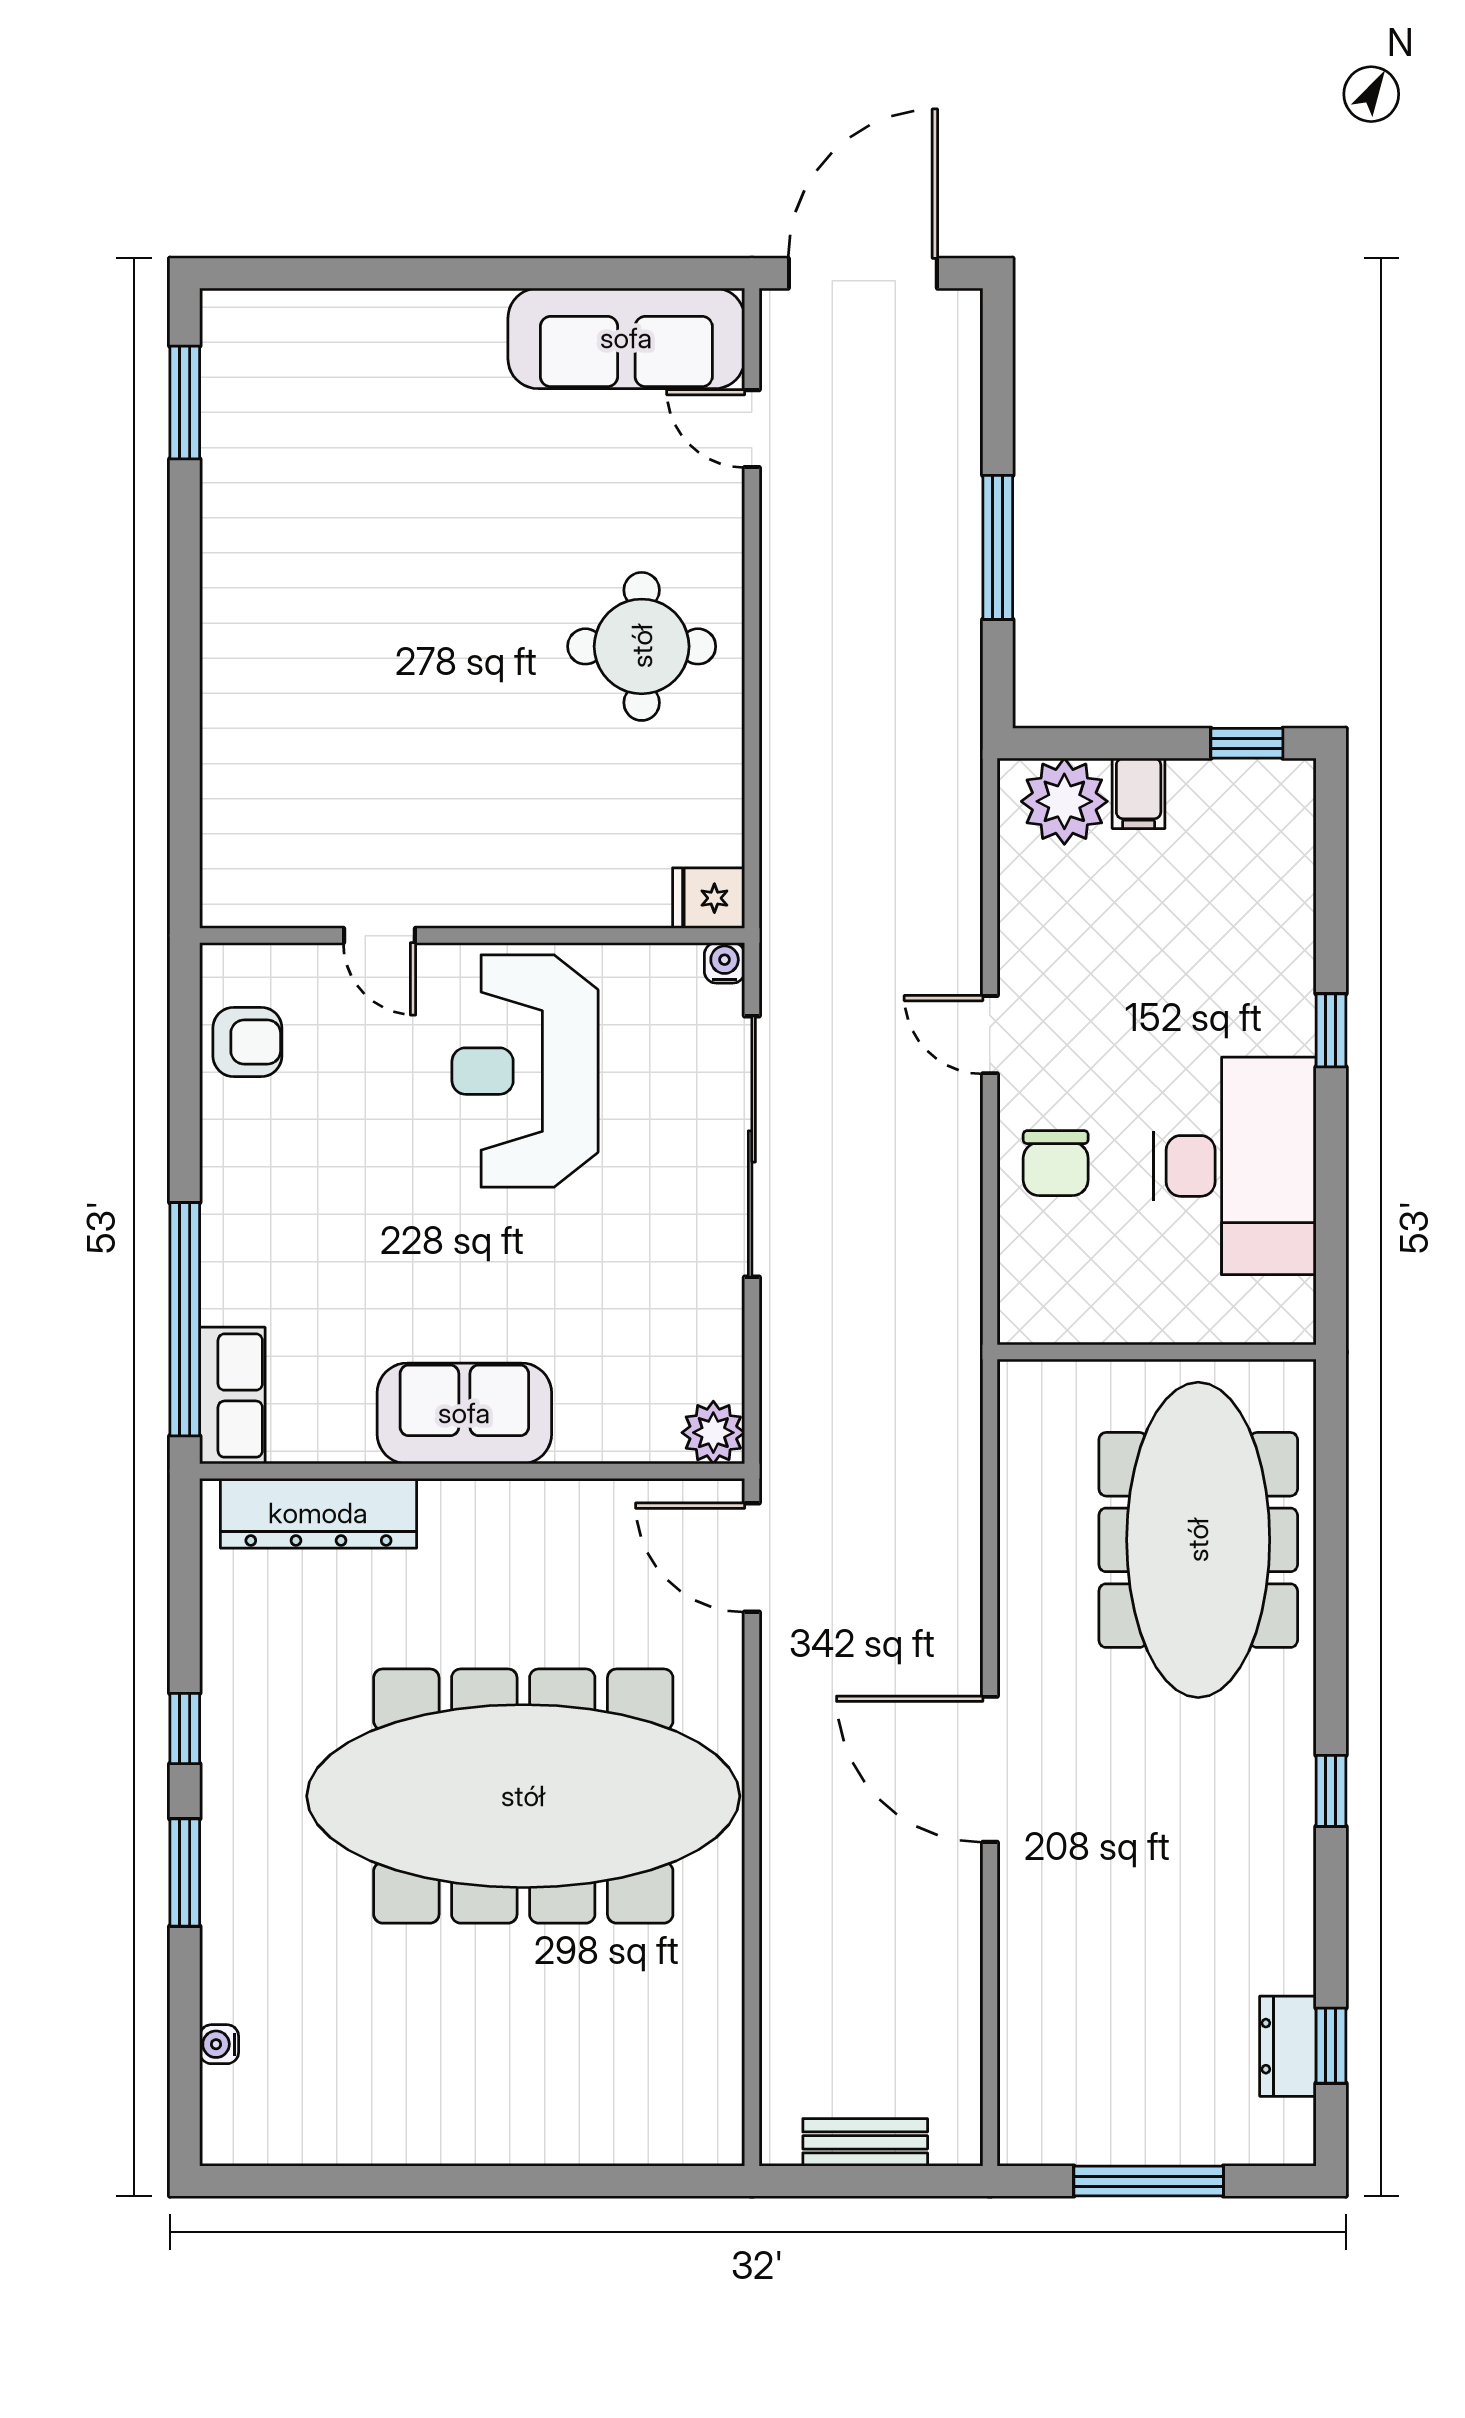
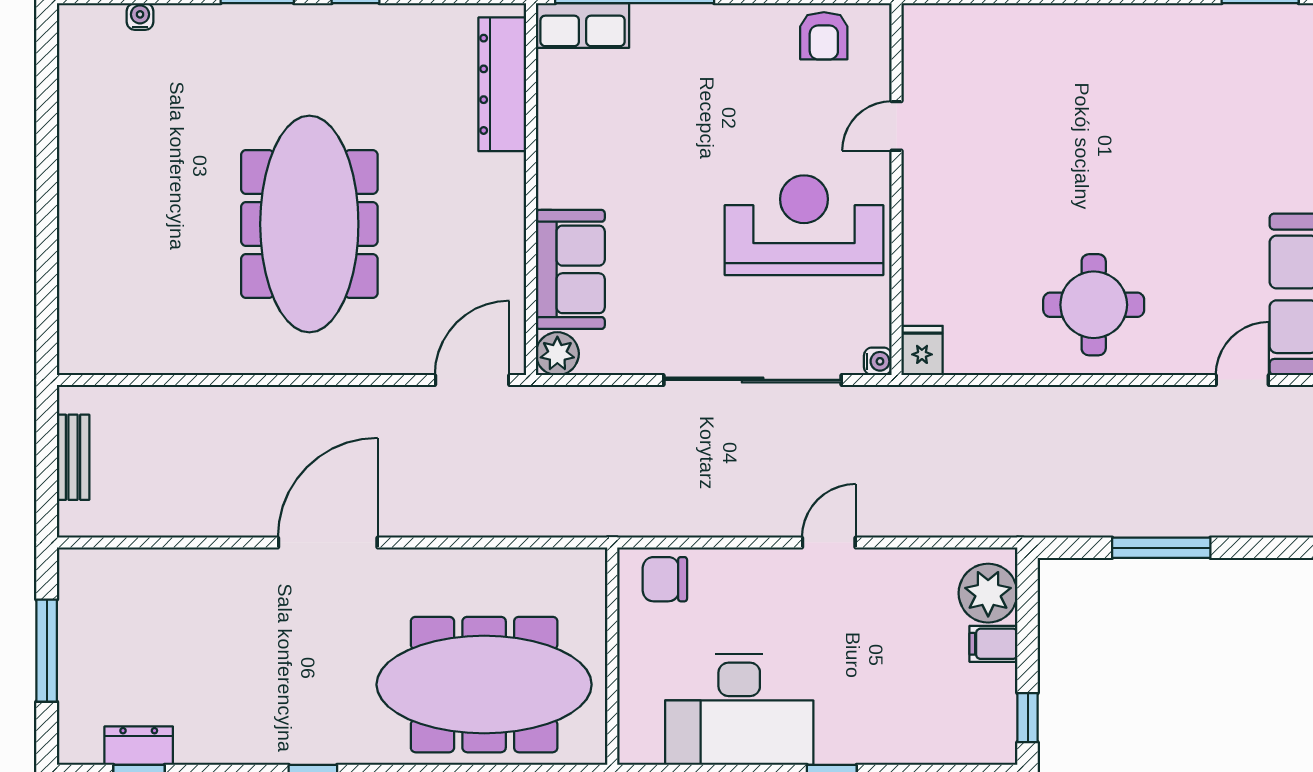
chair: (1056, 1163) -> (665, 579), moved
sofa: (464, 1413) -> (570, 269), moved
meeting table: (523, 1796) -> (309, 224), width x0.73, depth x0.79

